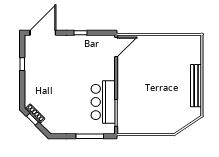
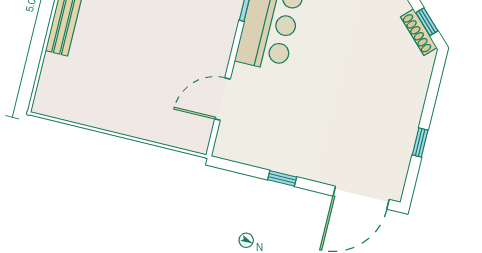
door: (116, 47) -> (223, 99), moved

